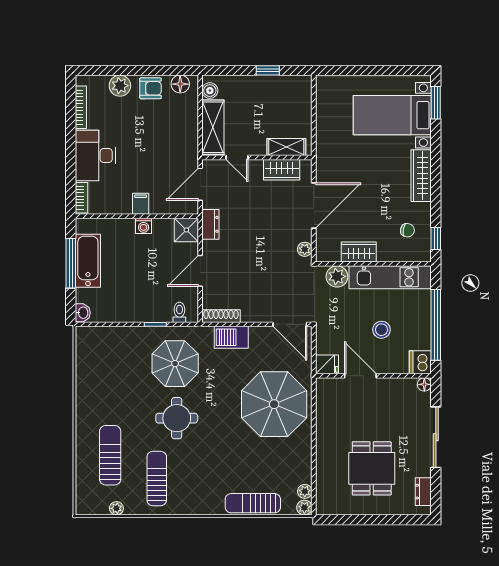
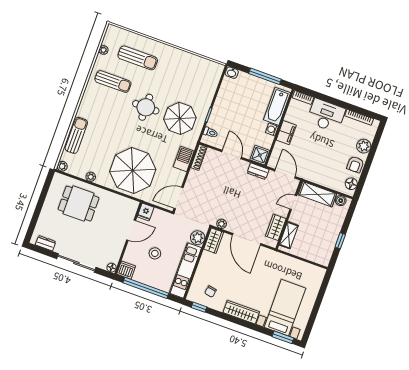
filing cabinet: (141, 204) -> (286, 133), width x2.00
wardrobe: (359, 252) -> (214, 241), moved
bathtub: (88, 261) -> (277, 106), moved, turned 90
dining table: (372, 468) -> (79, 204), moved
plant: (305, 491) -> (91, 177), moved

